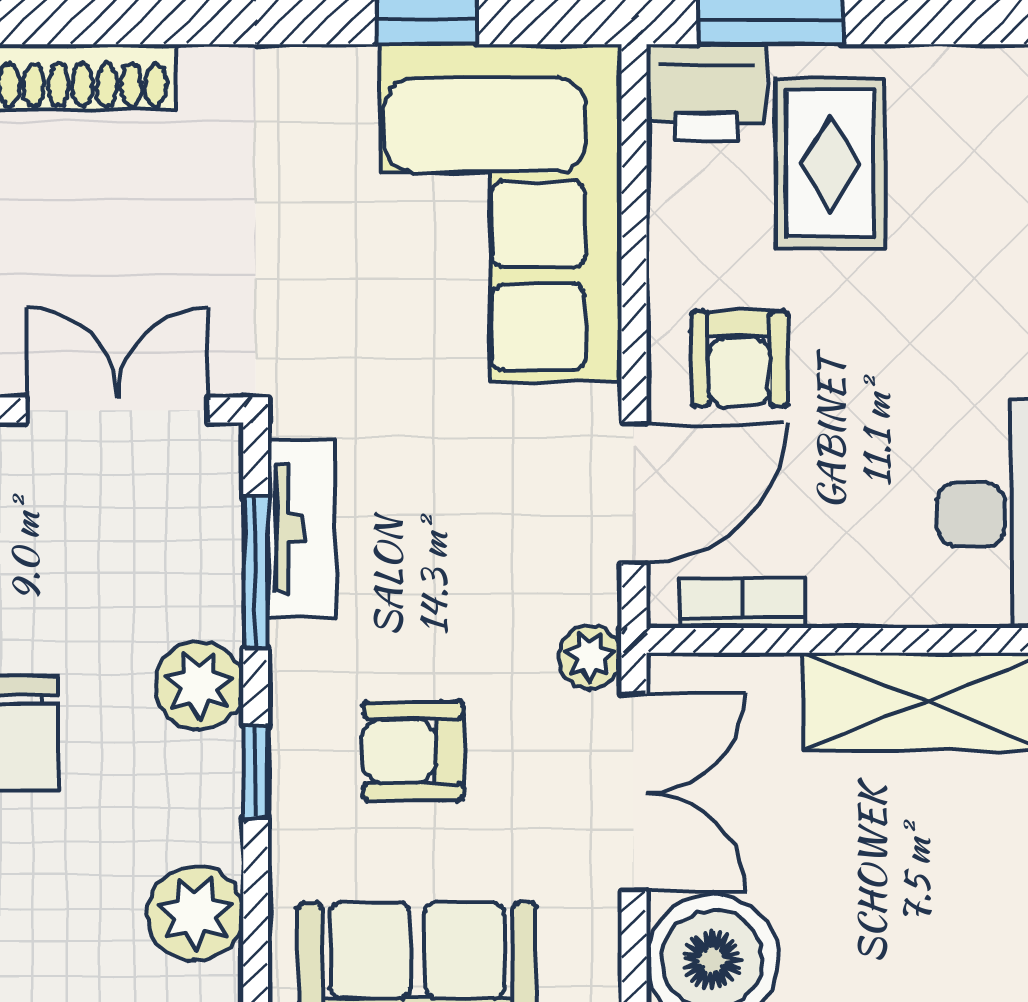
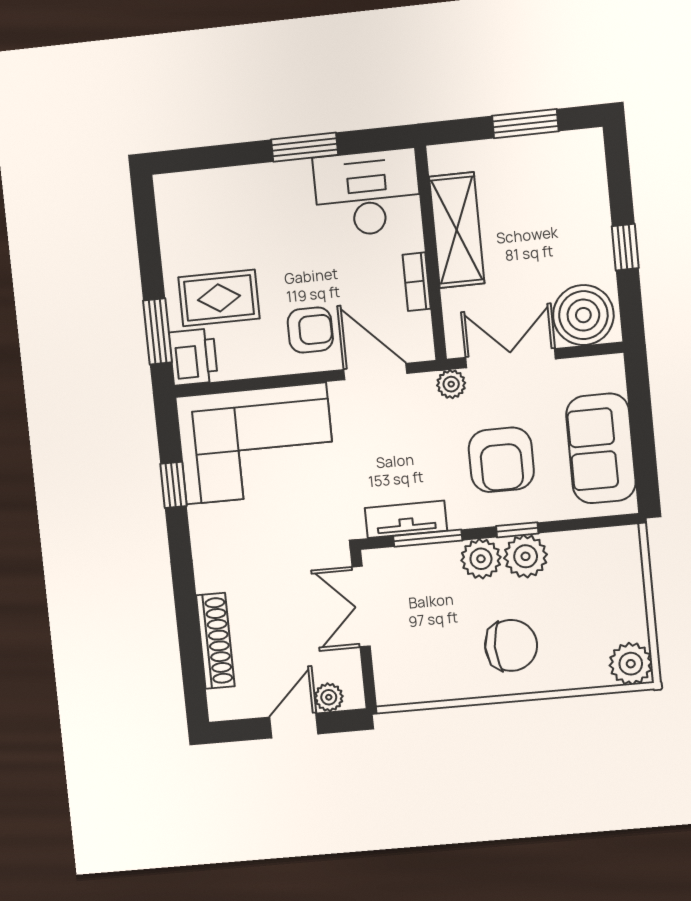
bookcase: (742, 603) -> (417, 282), moved
armchair: (413, 751) -> (501, 460), width x1.38, depth x1.38
plant: (195, 913) -> (526, 556), moved

